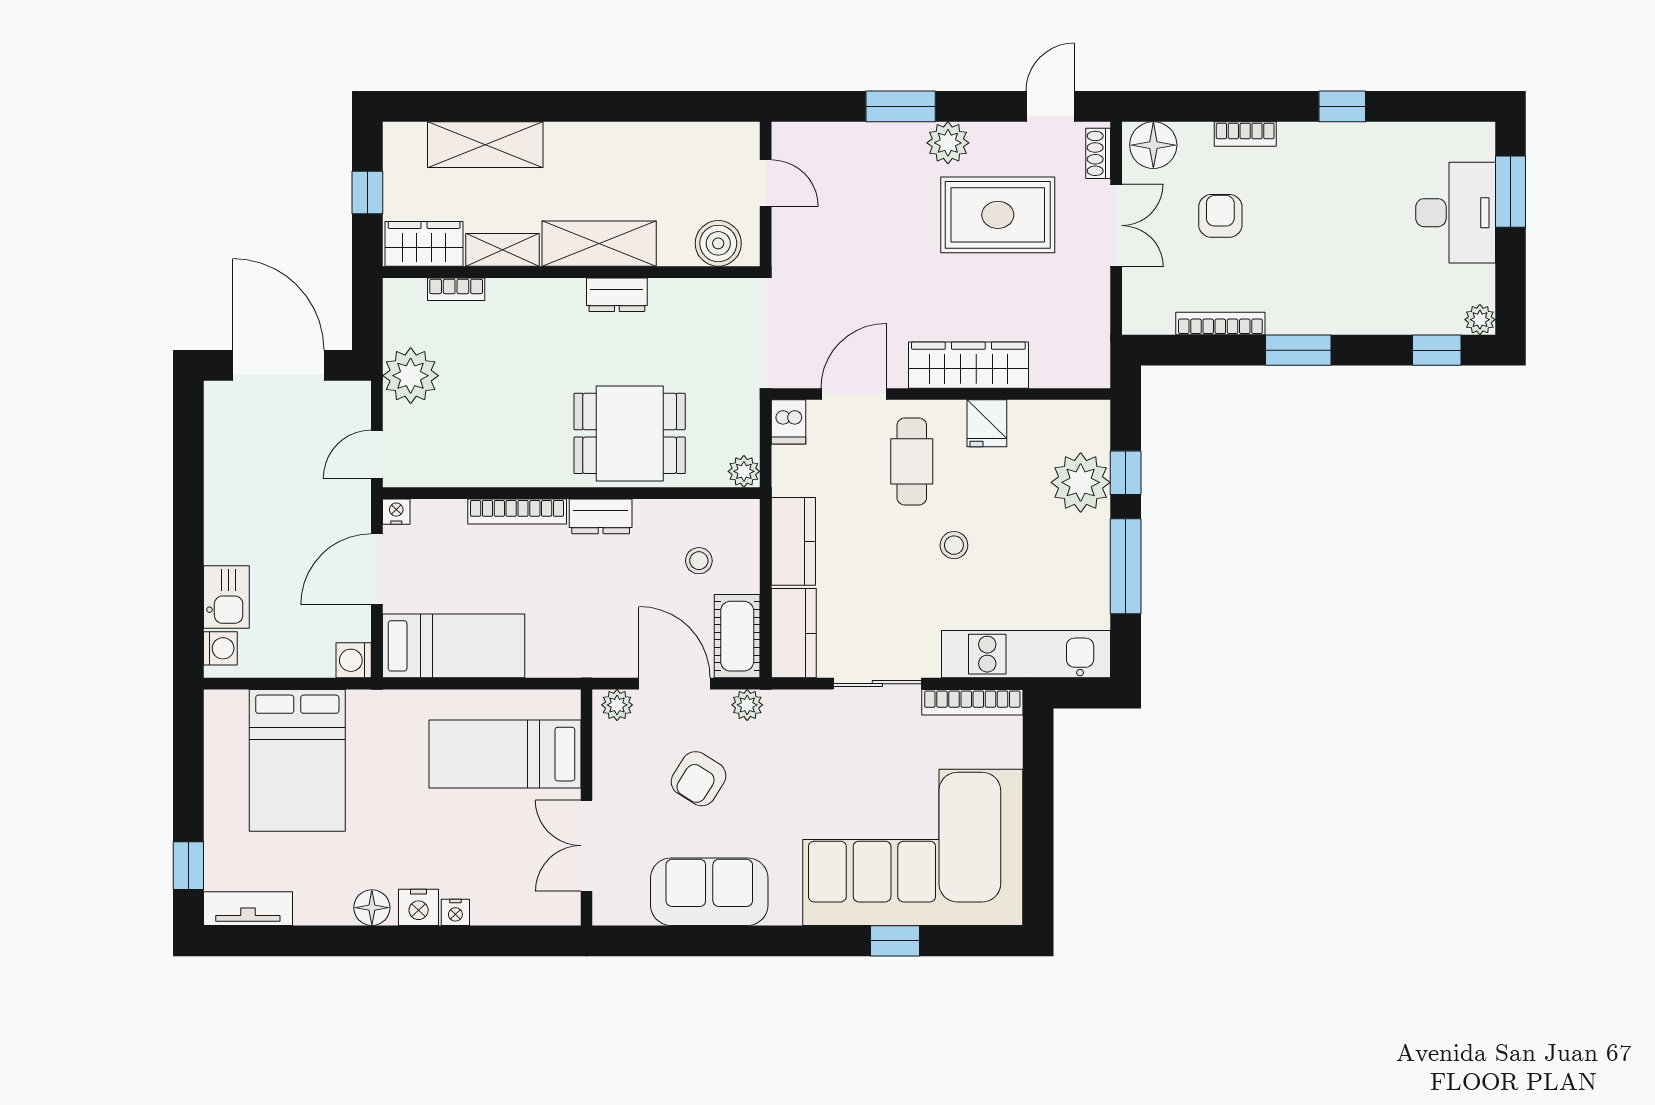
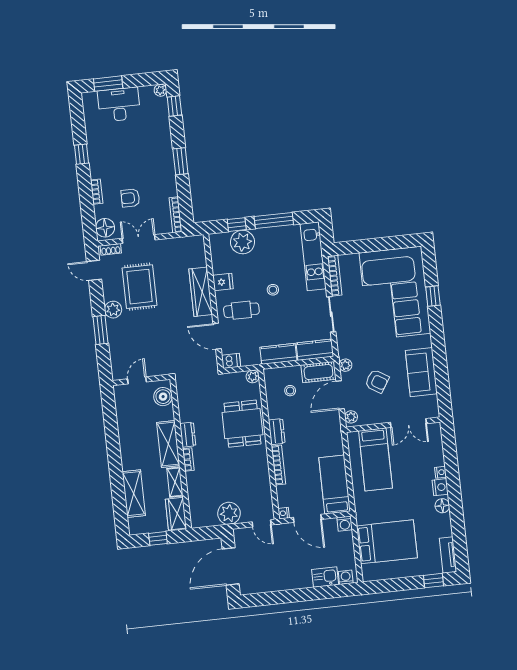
bookcase: (456, 289) -> (188, 460), moved
bookcase: (1220, 324) -> (176, 215), moved

